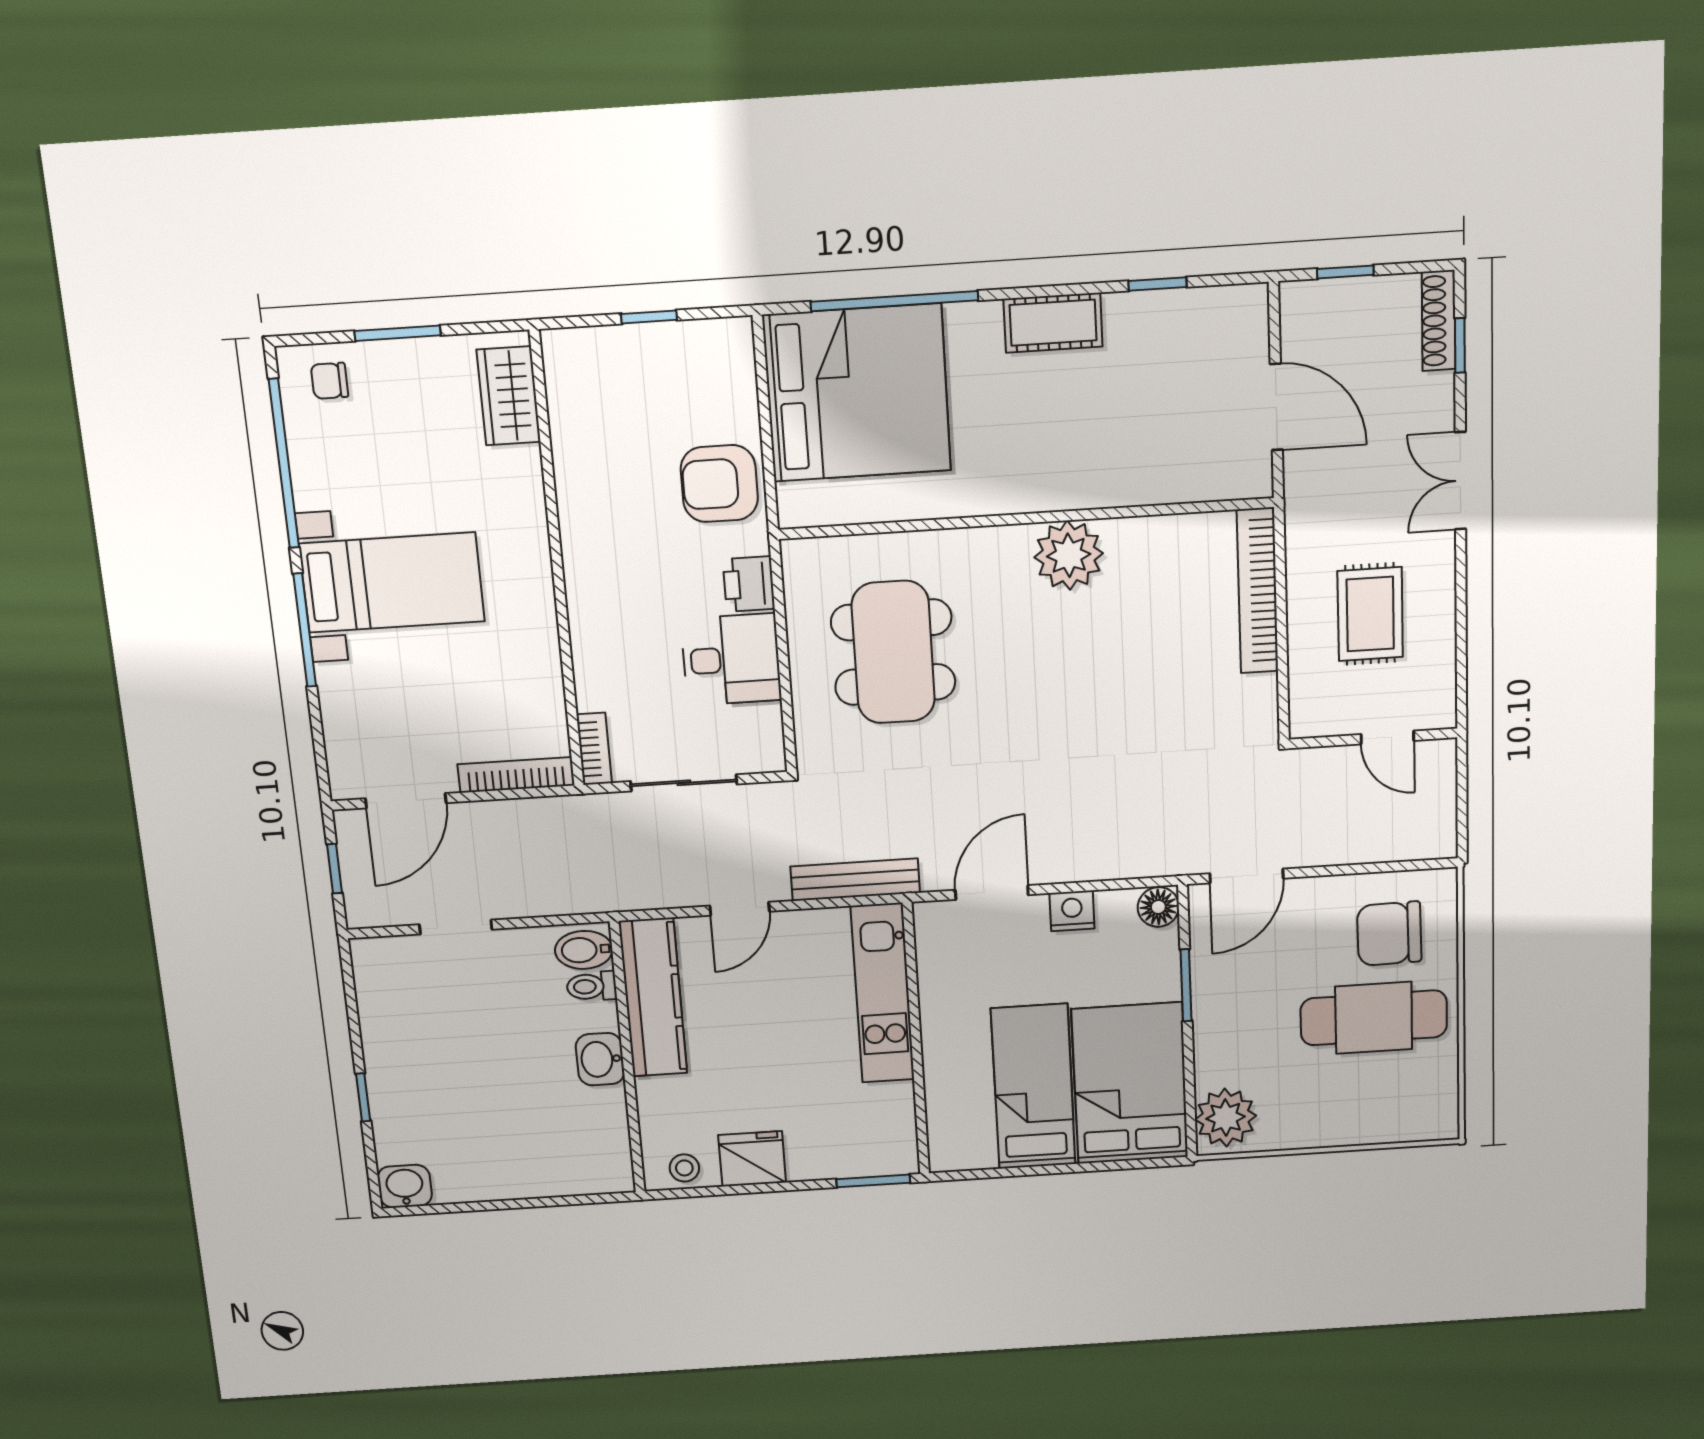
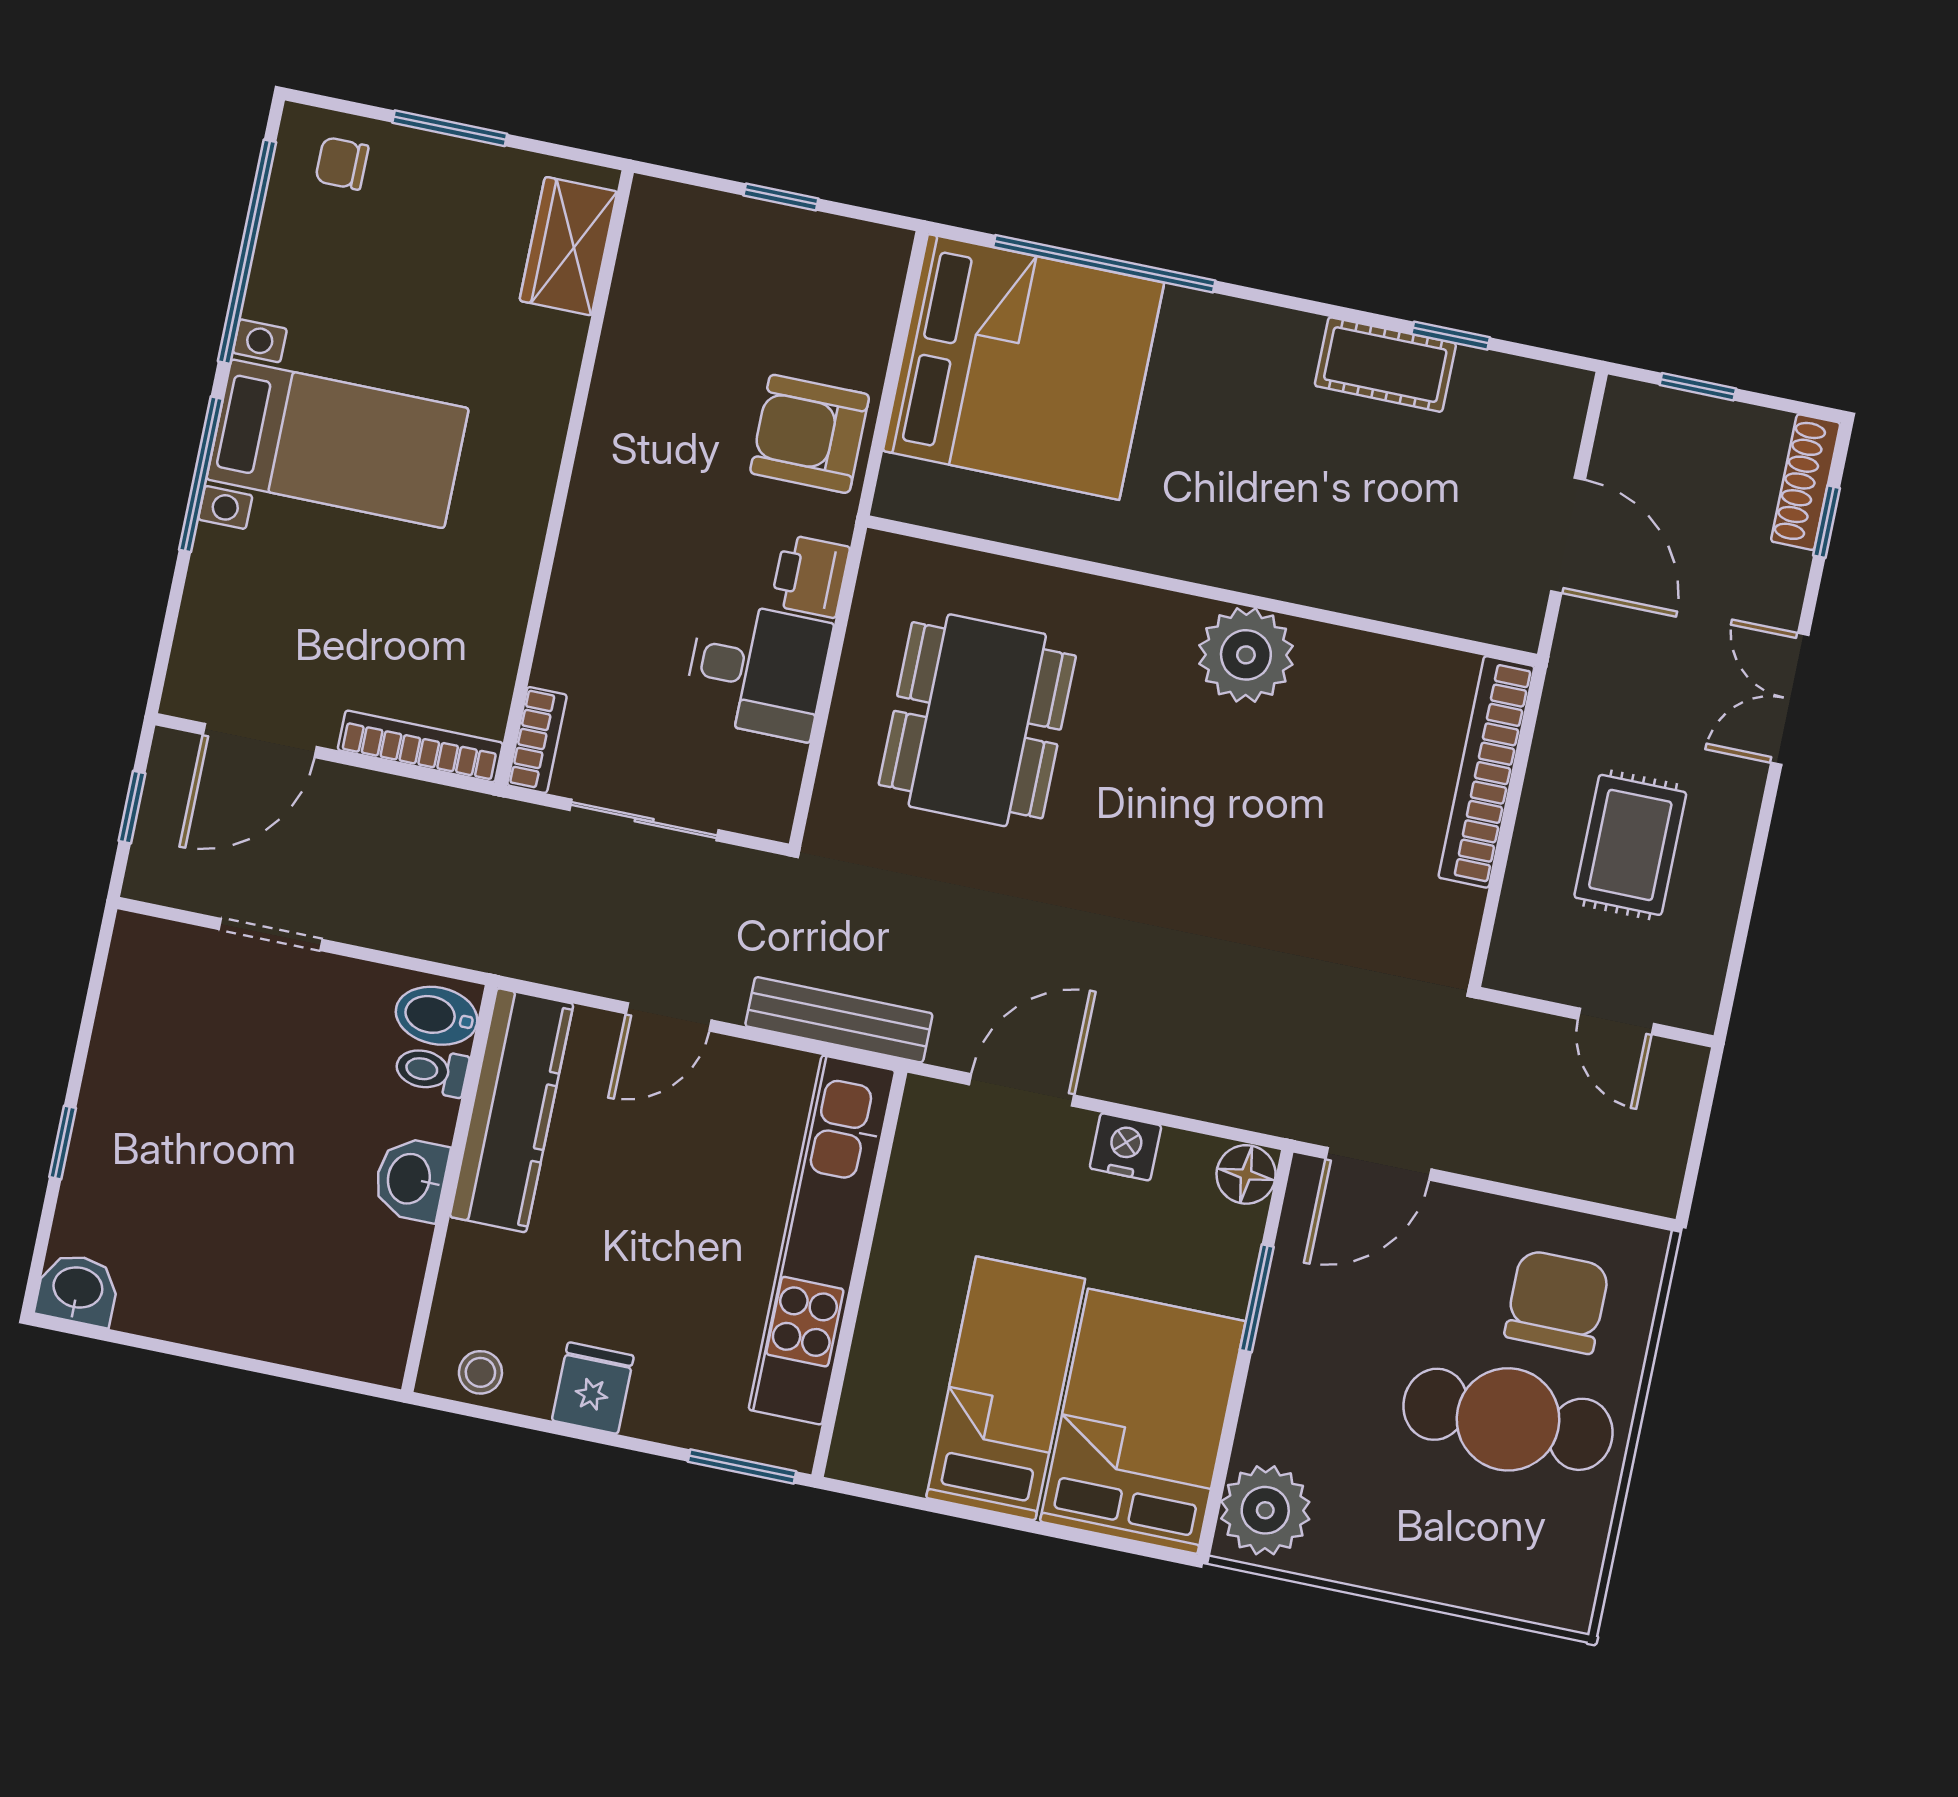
cot: (1053, 323) -> (1385, 365), moved
chair: (1389, 934) -> (1557, 1302), turned 91
kitchen unit: (883, 993) -> (822, 1240), width x1.36
fridge: (752, 1159) -> (593, 1388), width x0.72

